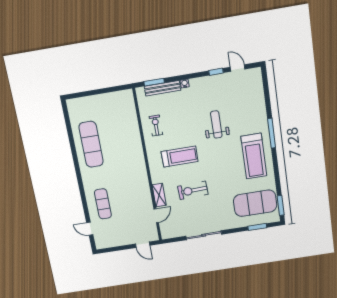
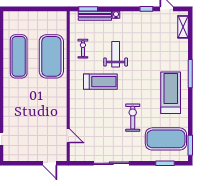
weight bench: (216, 124) -> (116, 54), moved
treadmill: (254, 156) -> (171, 93), turned 180
exercise bike: (193, 190) -> (133, 118), moved, turned 92
shelving: (159, 195) -> (183, 27), moved
exercise mat: (103, 204) -> (51, 56), moved, width x2.00, depth x1.45
door: (156, 216) -> (68, 136), hinge flipped

